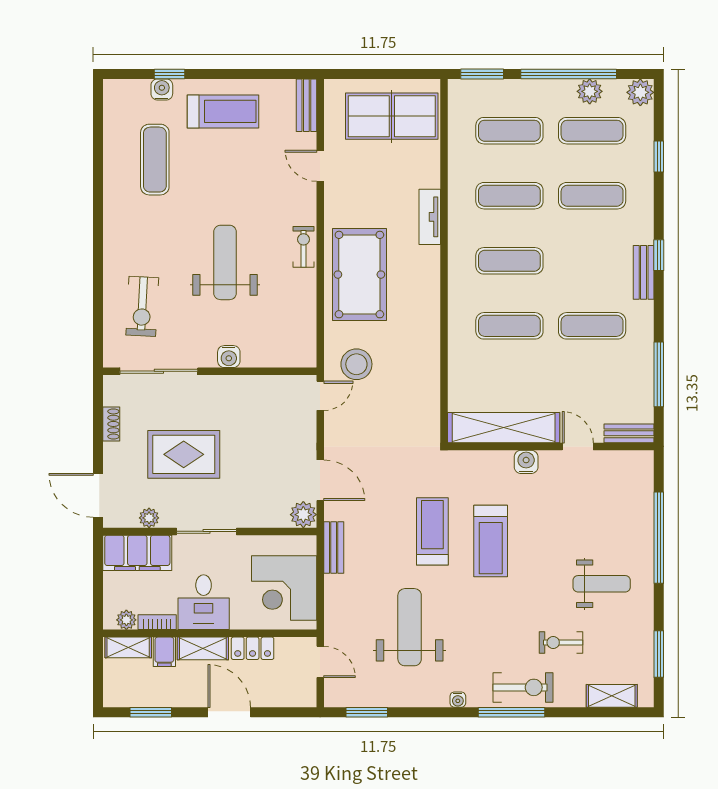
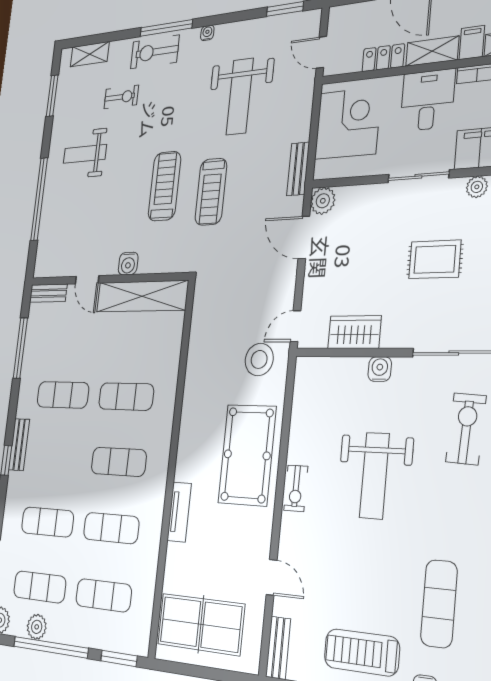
wardrobe: (257, 390) -> (354, 332), added
rug: (184, 454) -> (435, 259), width x0.73, depth x0.70

